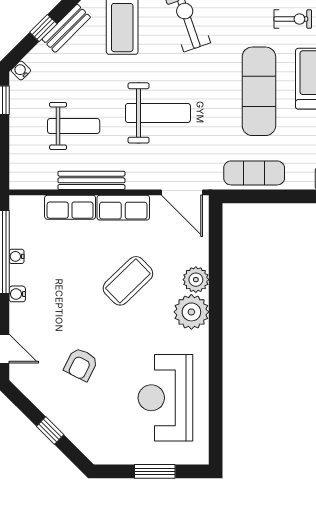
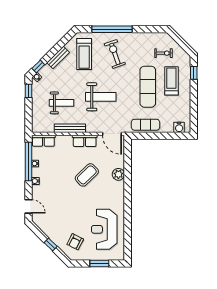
window: (43, 28) -> (38, 66), moved
row of seats: (70, 207) -> (43, 141), moved
plant: (191, 312) -> (116, 189), removed
armchair: (81, 364) -> (75, 242), moved

